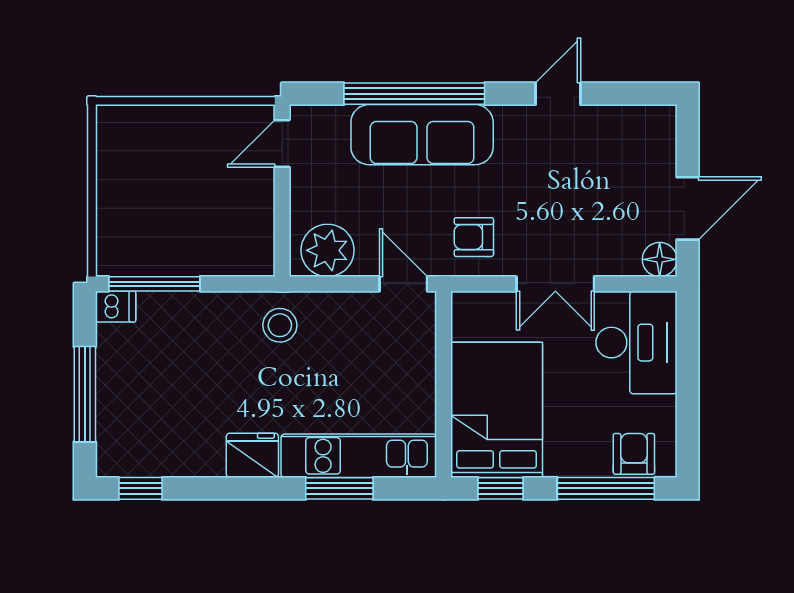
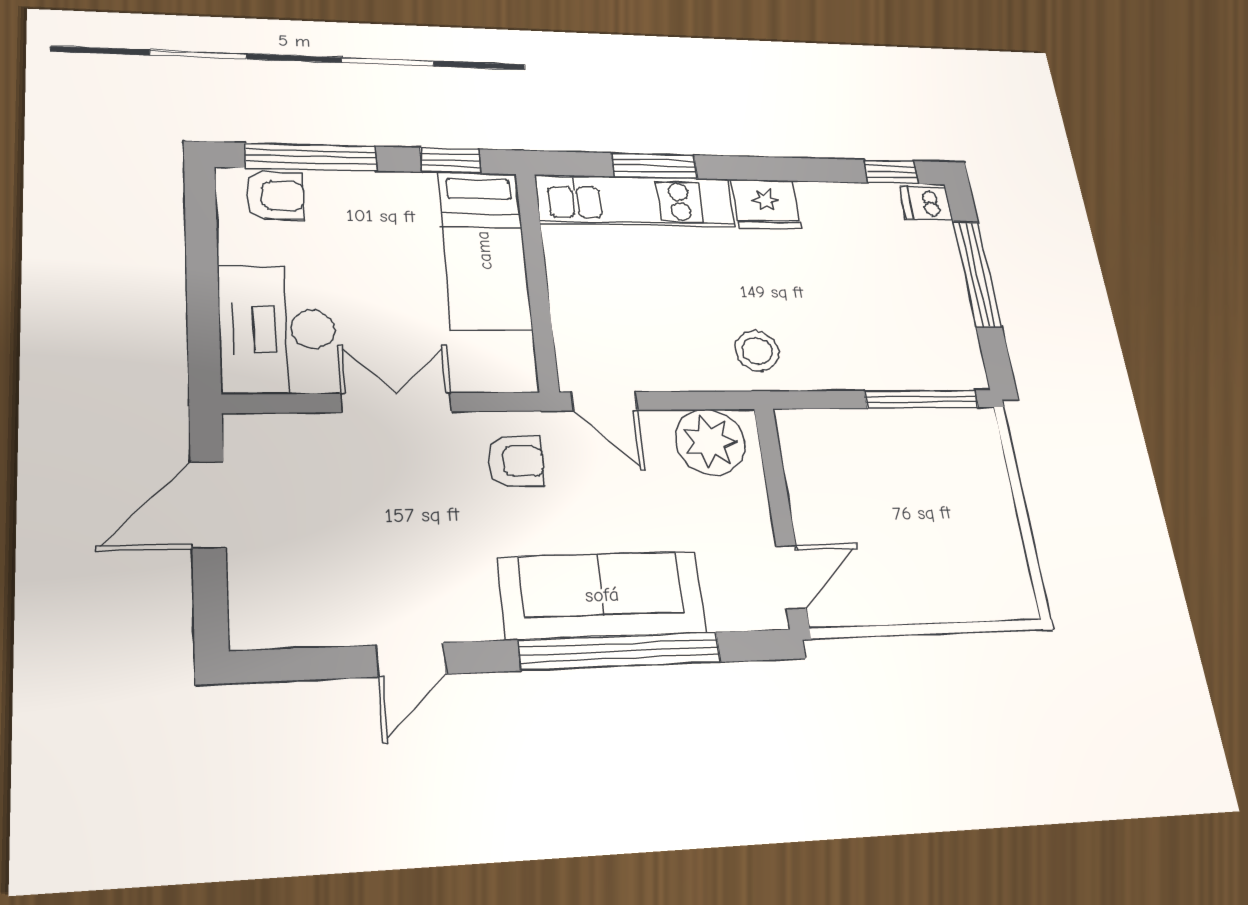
floor lamp: (660, 259) -> (248, 436), removed
dishwasher: (116, 307) -> (926, 203), moved
bed: (497, 410) -> (484, 250), width x0.67
armchair: (634, 454) -> (275, 196), turned -90

